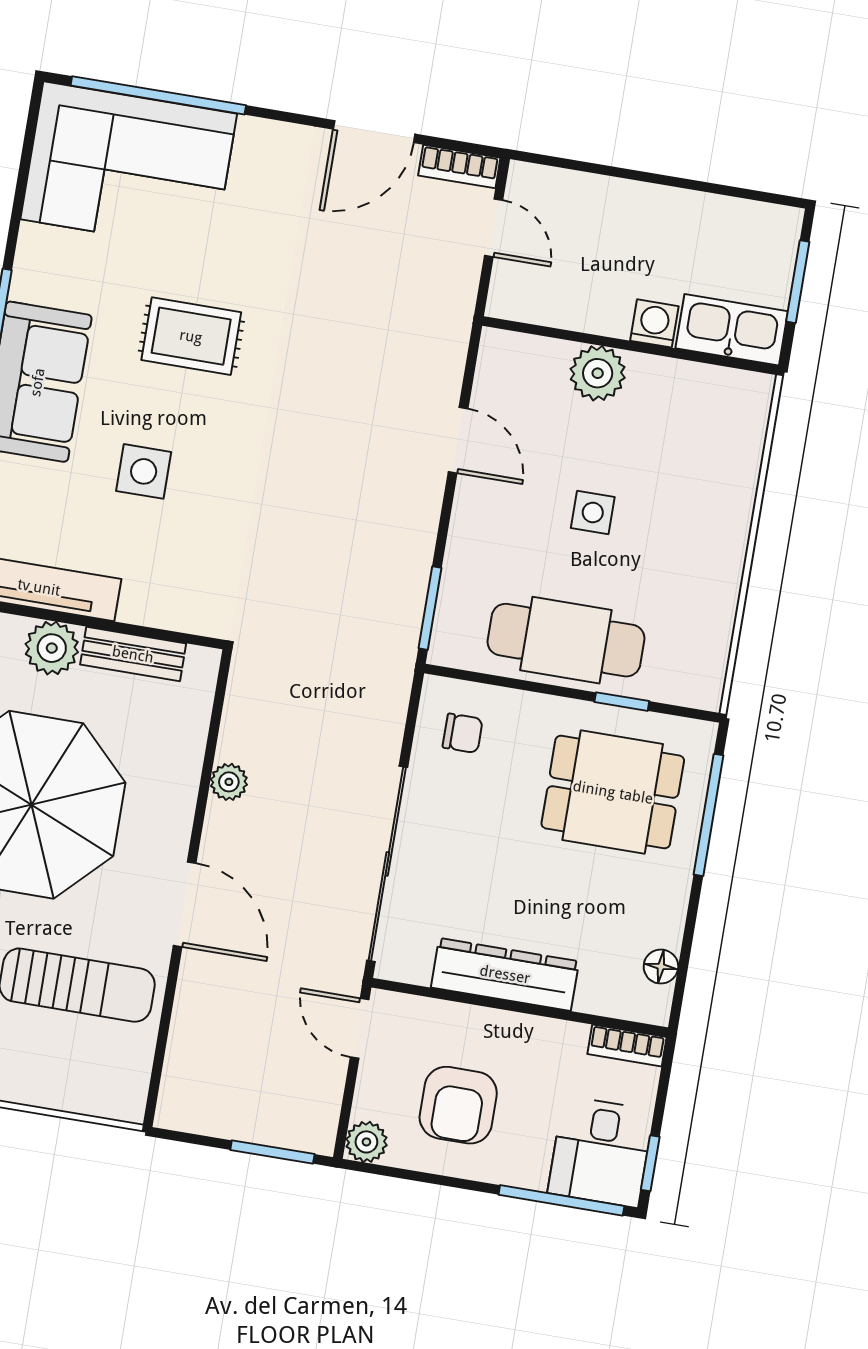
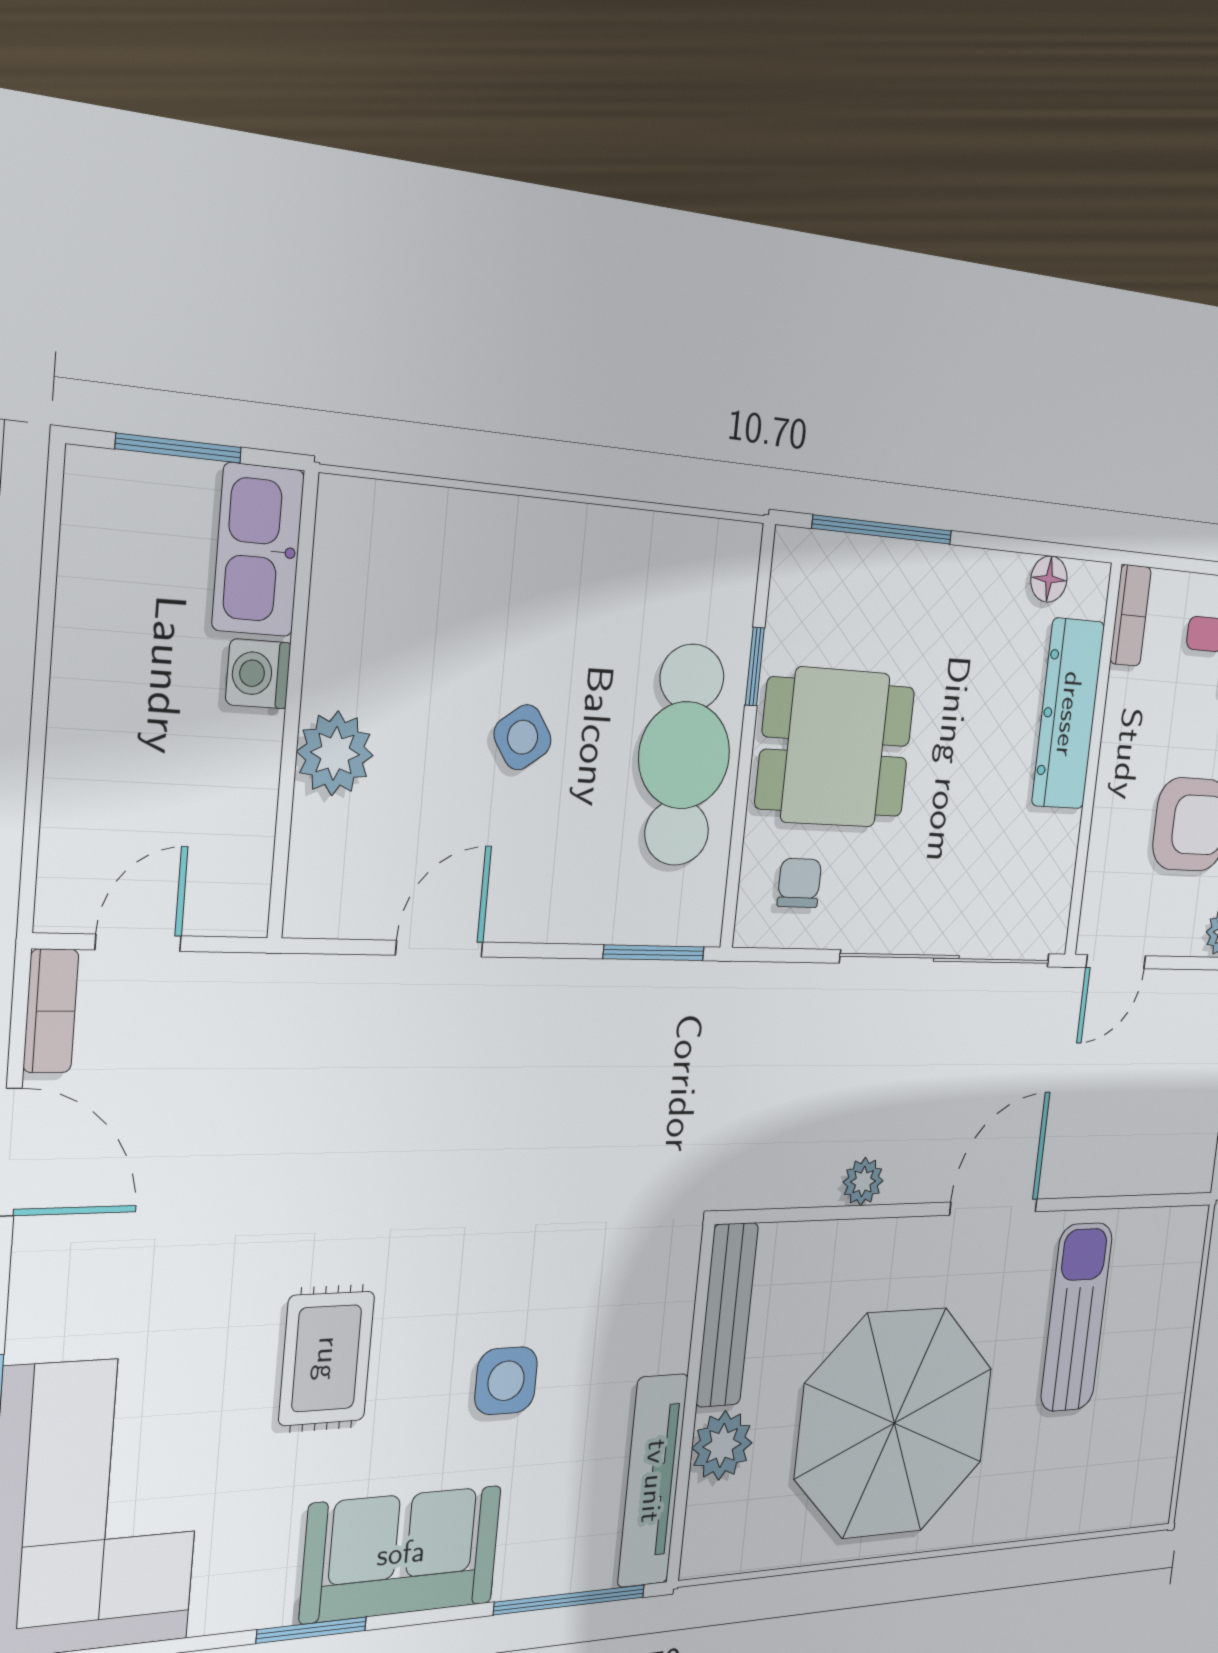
side table: (593, 512) -> (523, 737), turned -35
bench: (133, 654) -> (727, 1315), width x1.36
dining table: (613, 792) -> (835, 748), moved, turned 90
dresser: (505, 974) -> (1068, 714), moved

